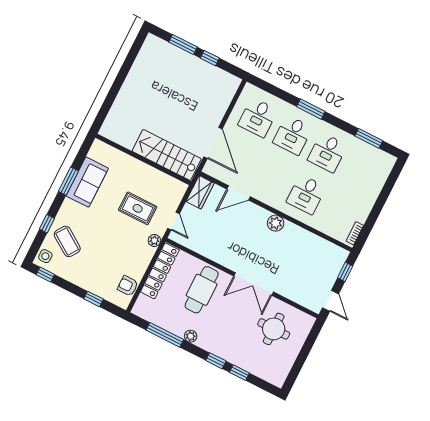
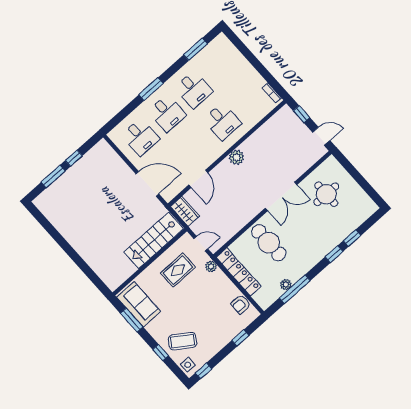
stairs: (167, 155) -> (154, 240), moved
wall: (143, 159) -> (150, 262), moved
plant: (191, 336) -> (286, 285), moved

